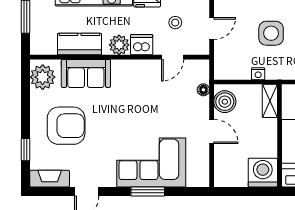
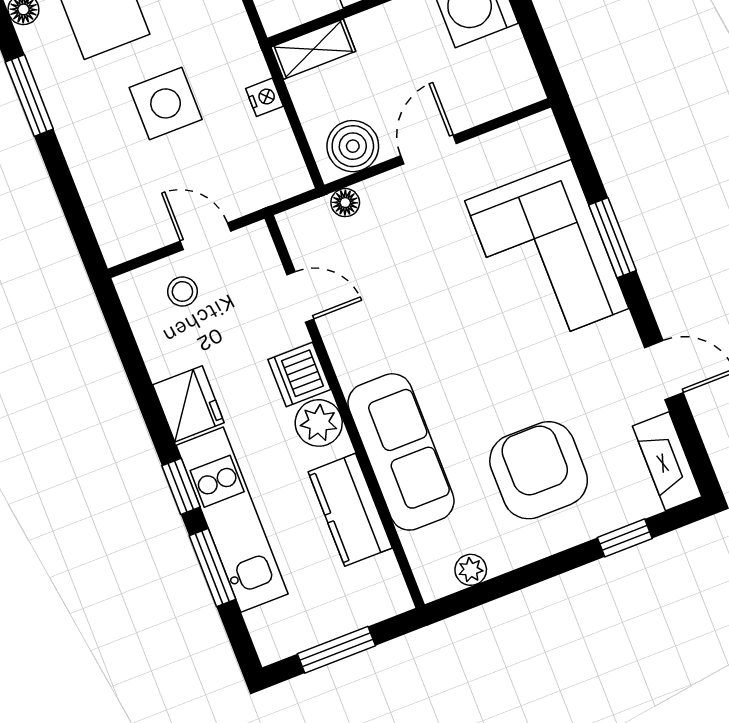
stool: (175, 23) -> (182, 291), moved
sofa: (86, 73) -> (401, 452), width x1.36
plant: (43, 77) -> (471, 570), width x0.53, depth x0.53

